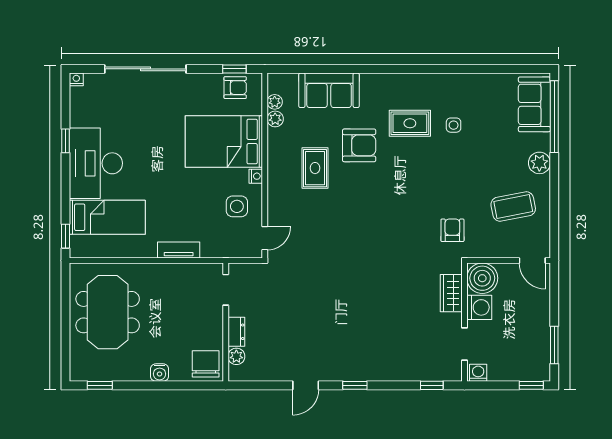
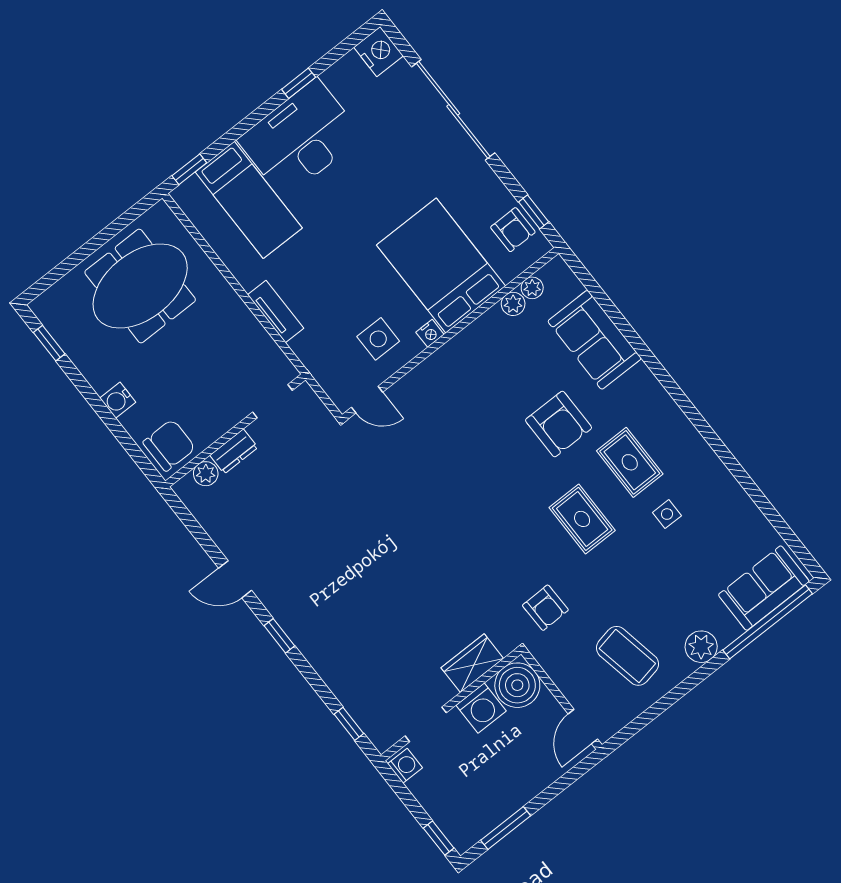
nightstand: (76, 79) -> (379, 52), width x1.89, depth x1.79
rug: (315, 168) -> (582, 519), moved, turned 90
armchair: (452, 230) -> (545, 608), turned 89

